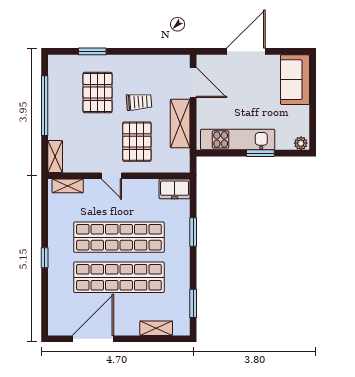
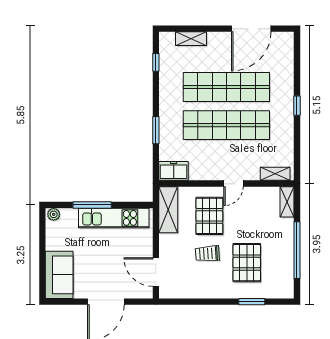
shelving: (180, 124) -> (168, 210), moved
window: (260, 153) -> (92, 205), width x1.44
door: (112, 176) -> (233, 184), swing flipped
window: (193, 303) -> (156, 62), width x0.67

